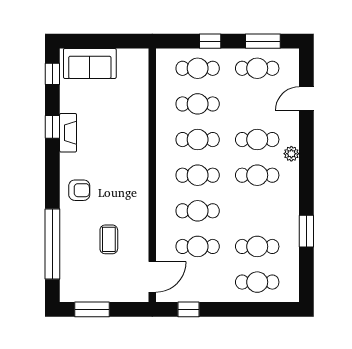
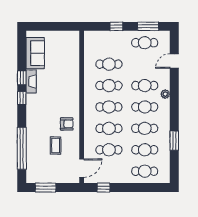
sofa: (90, 63) -> (35, 53), moved, turned -90
cafe table: (198, 68) -> (145, 128), moved
window: (52, 74) -> (22, 98), moved
armchair: (79, 190) -> (67, 124), moved

